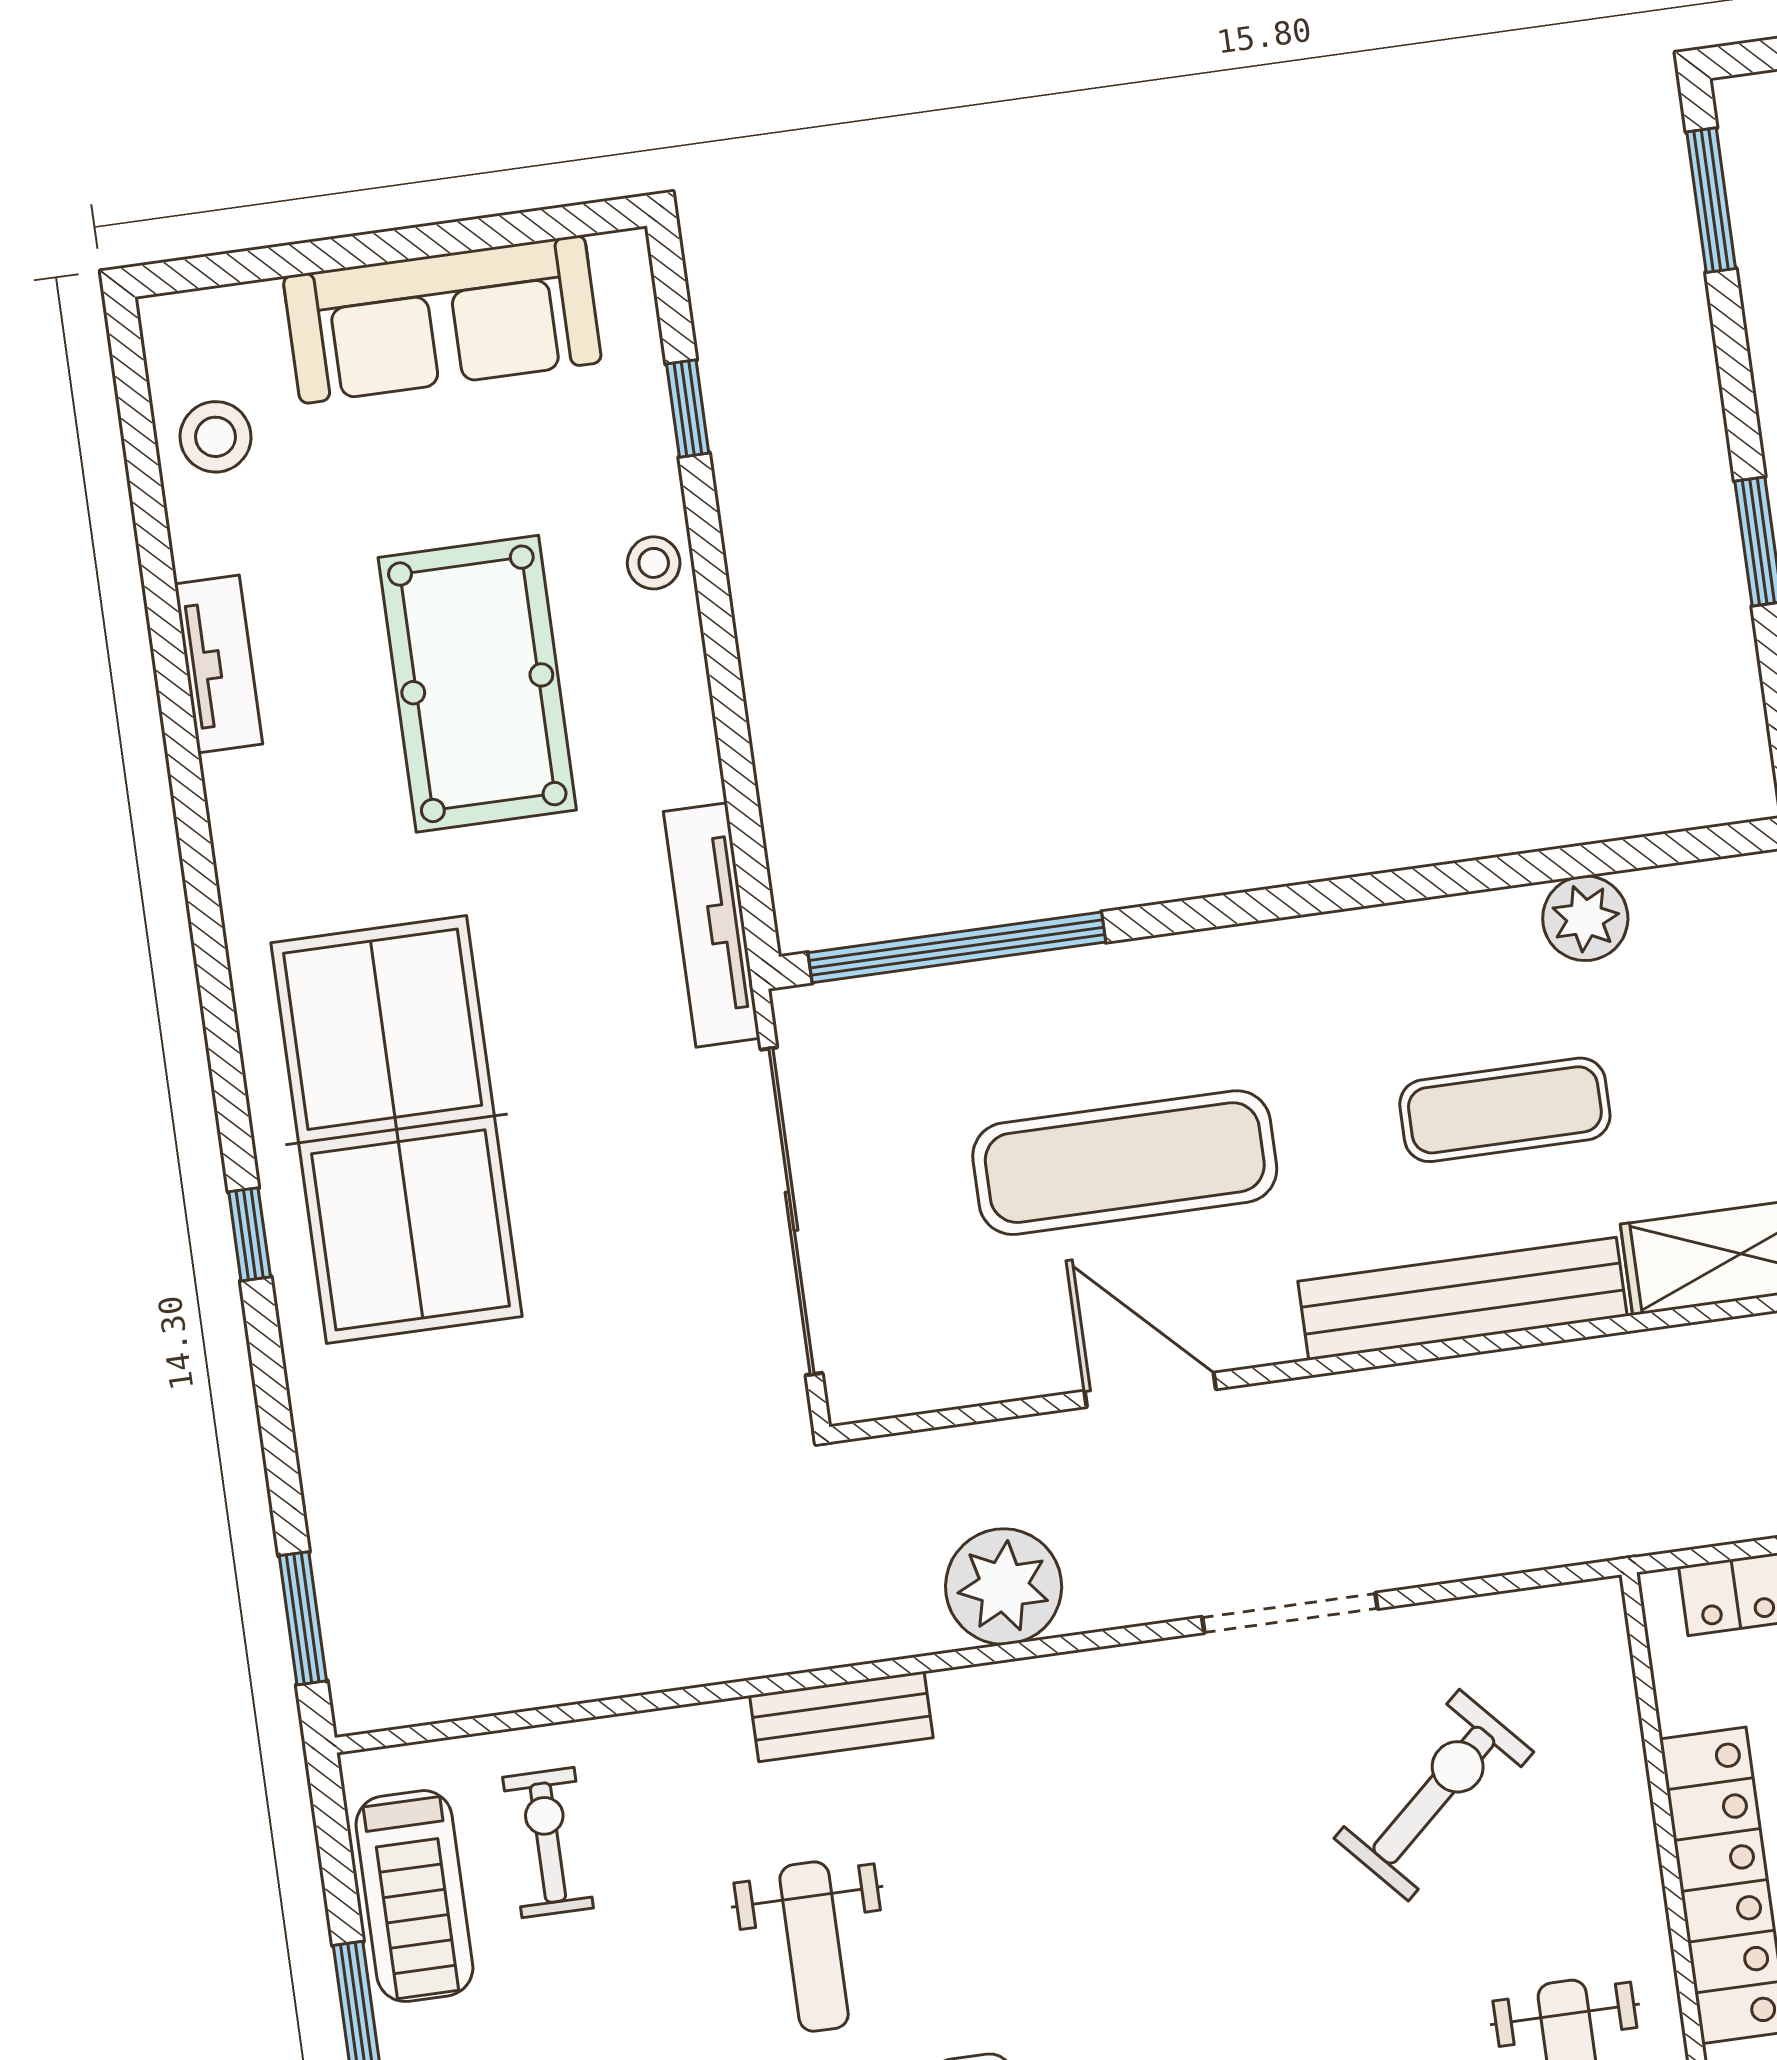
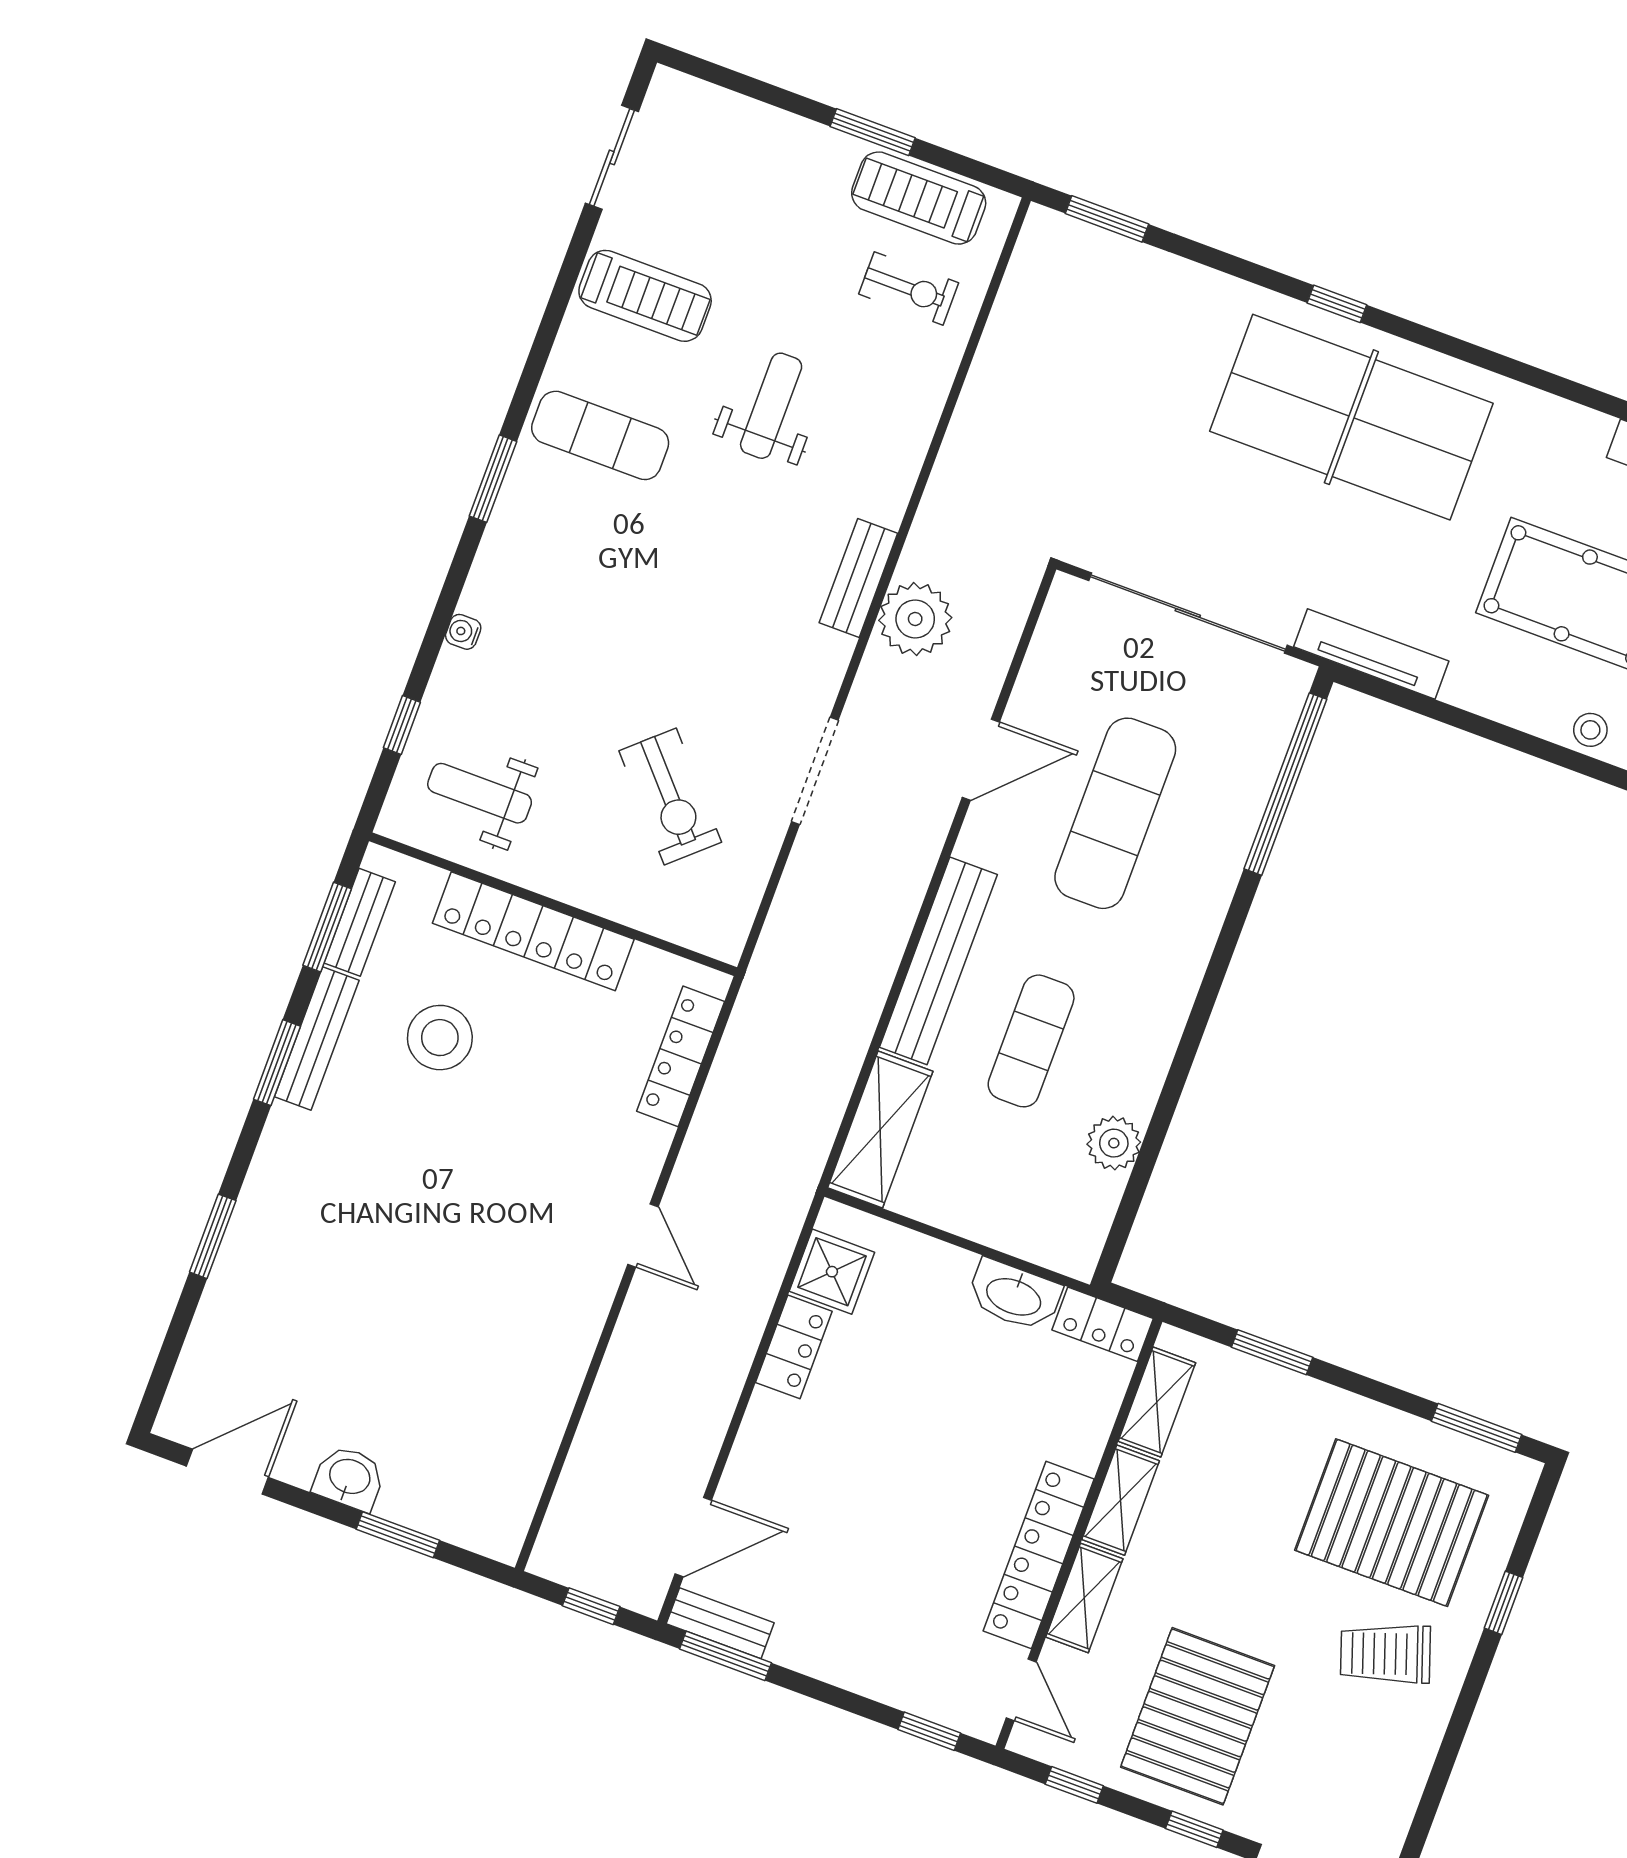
bench: (841, 1717) -> (858, 578), moved
weight bench: (814, 1947) -> (771, 406), turned 90

